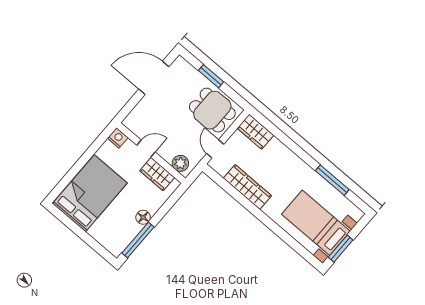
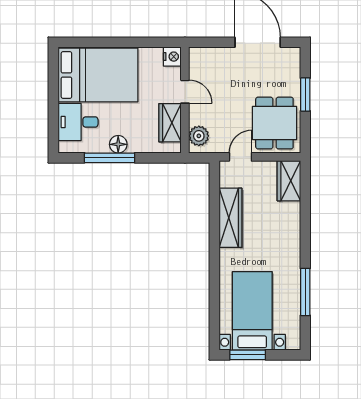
desk: (108, 230) -> (78, 122), added
window: (138, 240) -> (110, 158), moved

